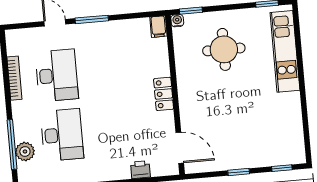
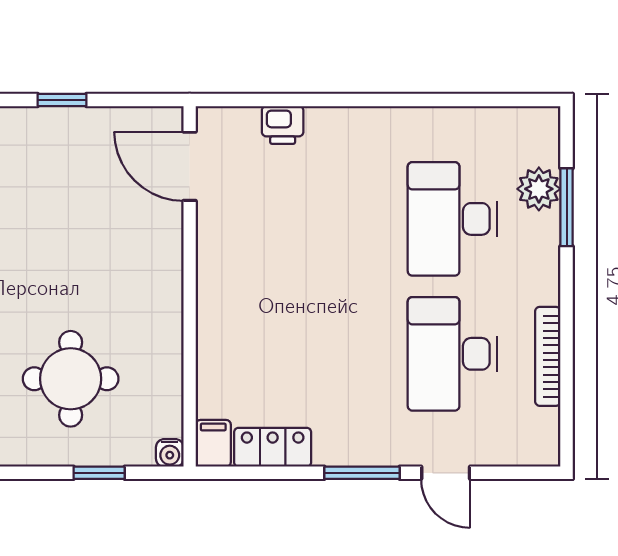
window: (191, 11) -> (99, 473), moved
locker: (164, 94) -> (273, 447), moved, turned -90
window: (12, 145) -> (567, 207), width x0.69

